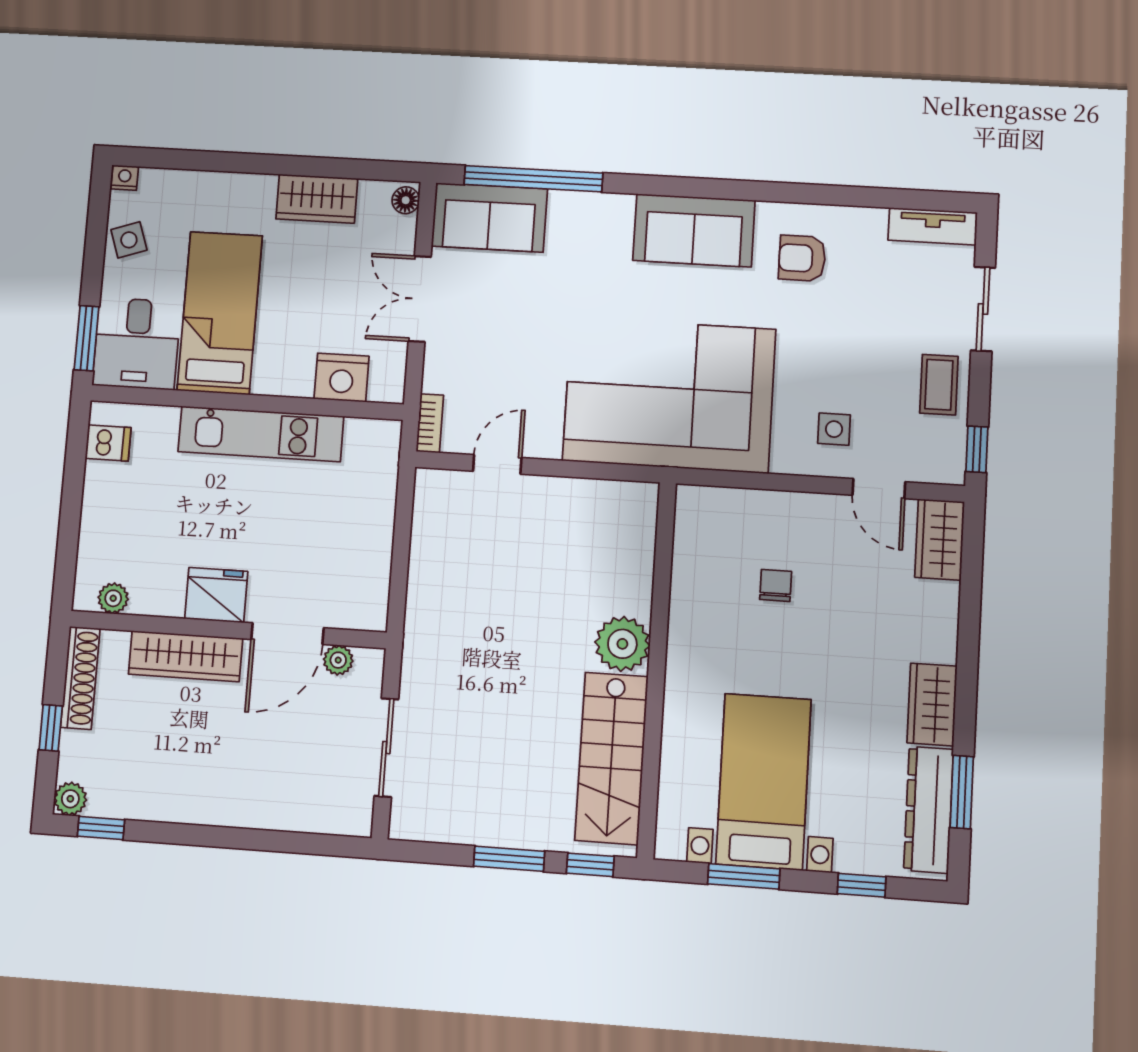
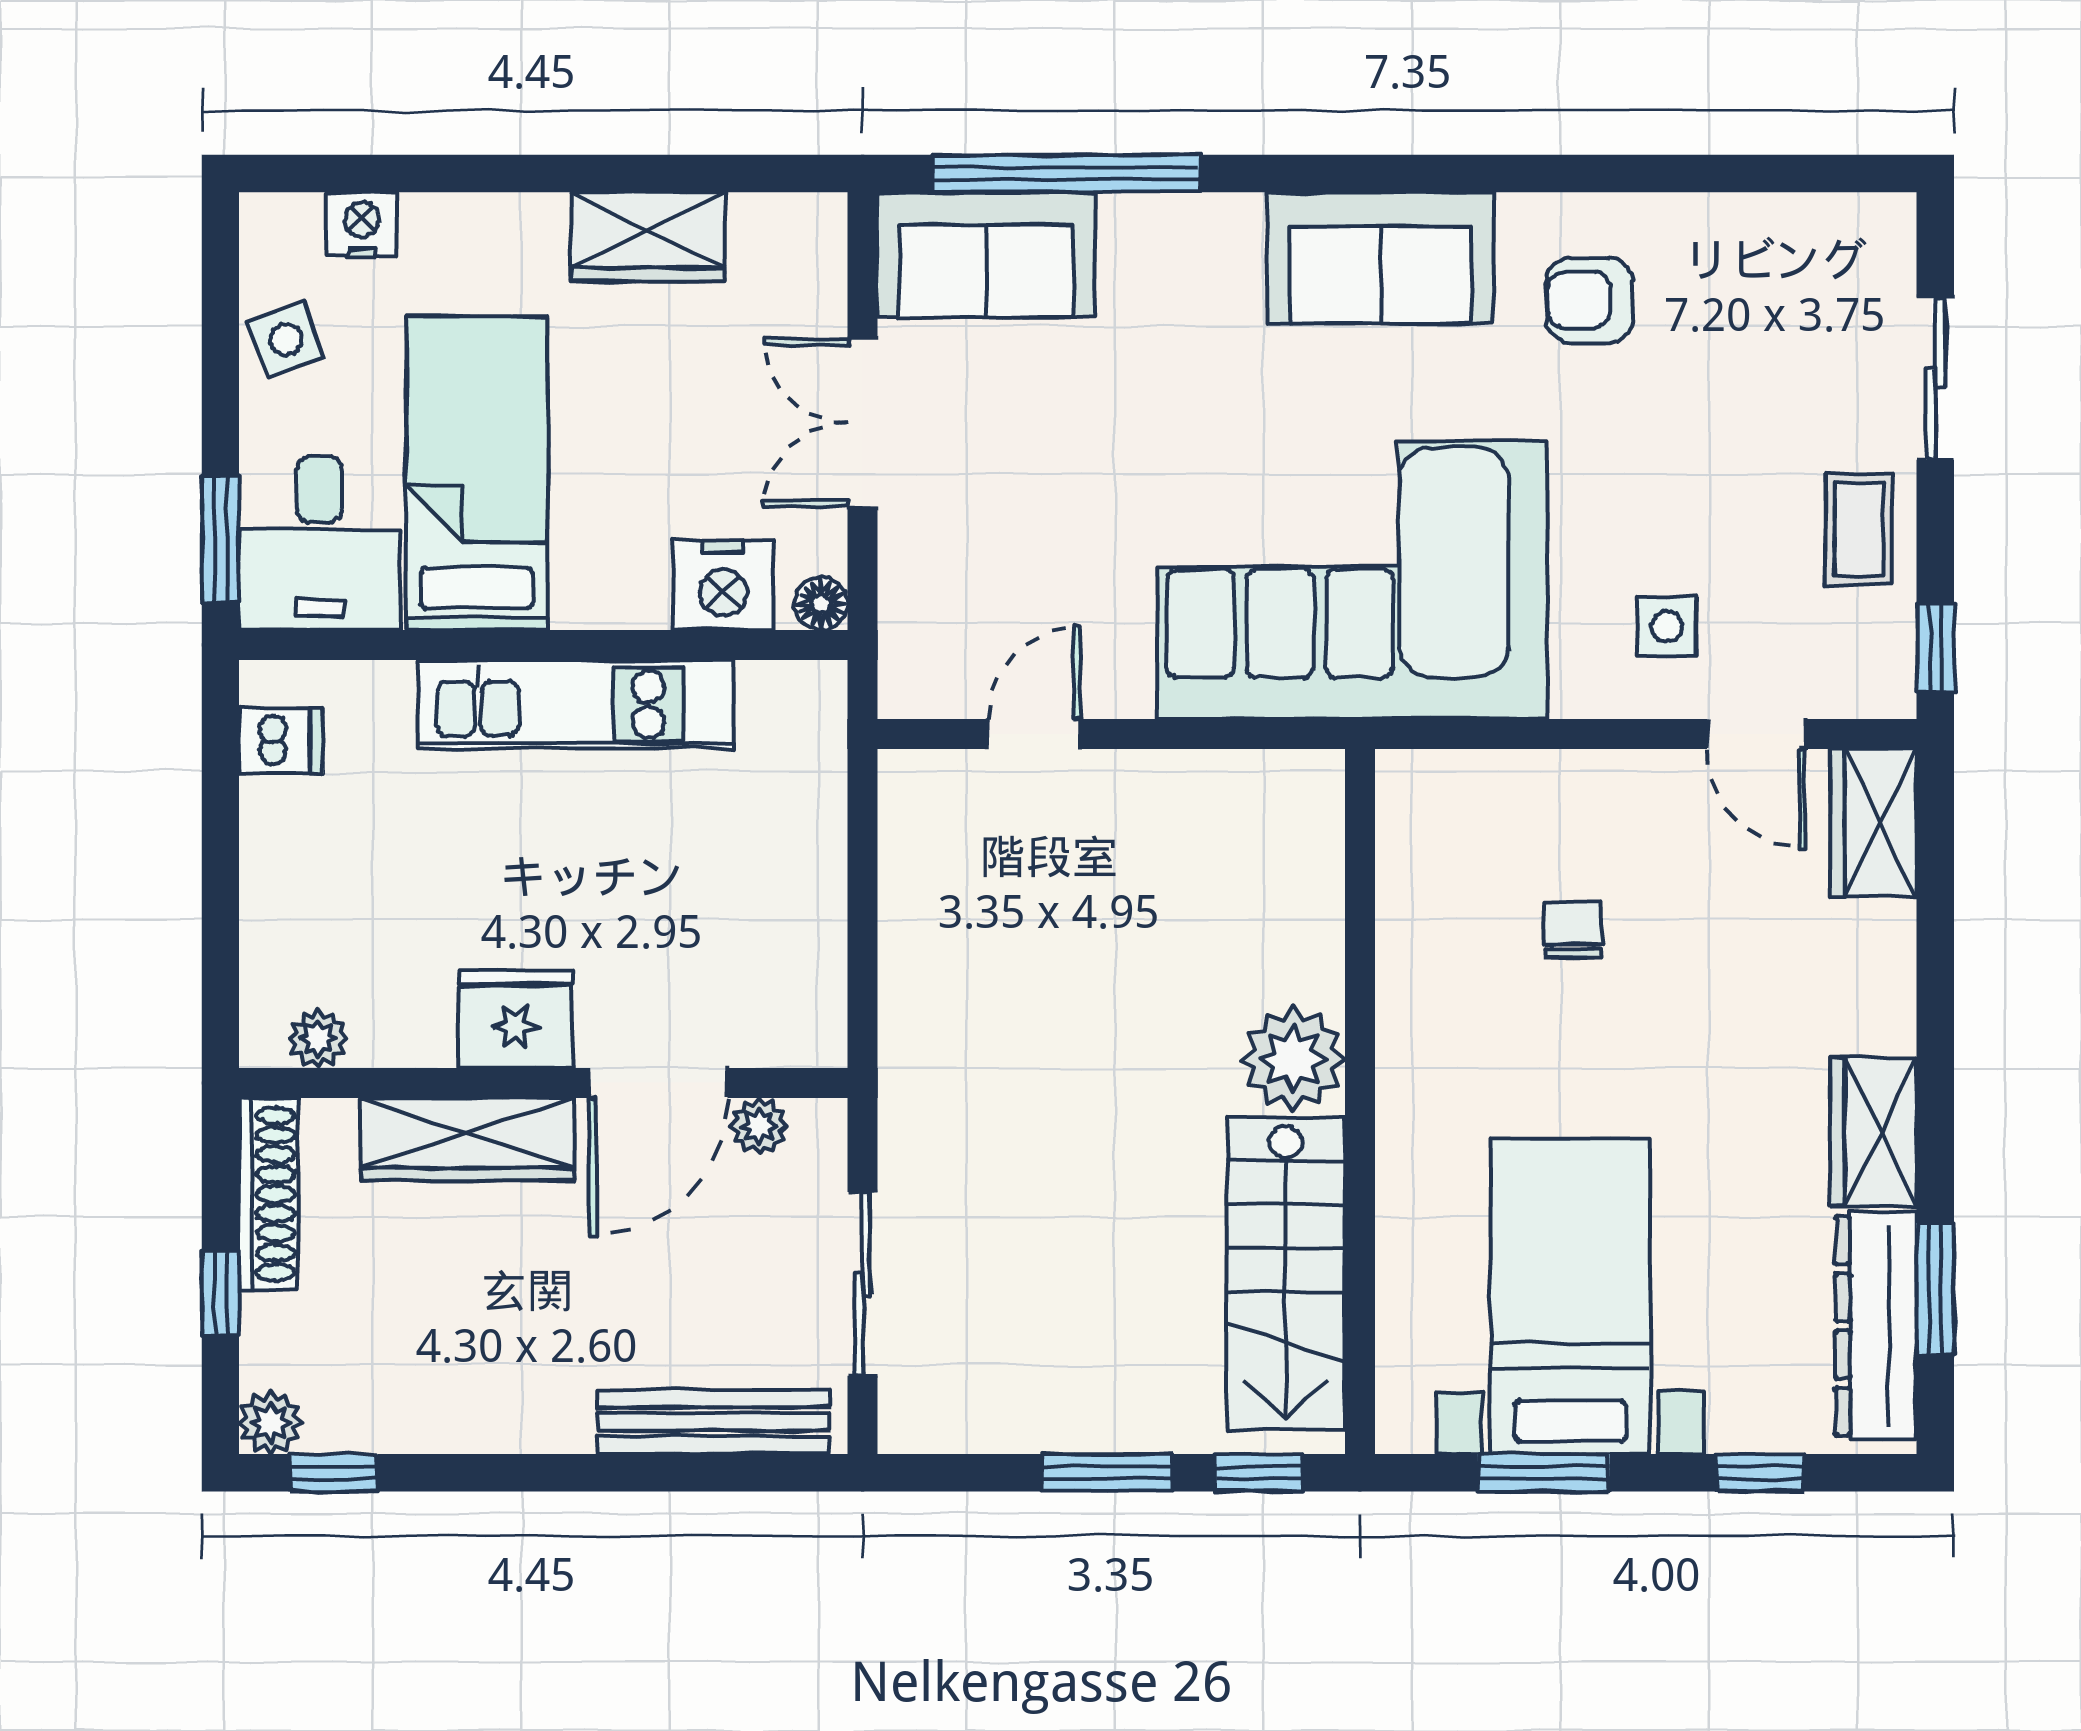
nightstand: (125, 178) -> (362, 225), moved, width x1.39, depth x1.35
floor lamp: (406, 200) -> (821, 604), moved
tv unit: (933, 226) -> (1834, 224), removed
bookcase: (430, 423) -> (900, 663), removed
bench: (302, 816) -> (714, 1422), added

